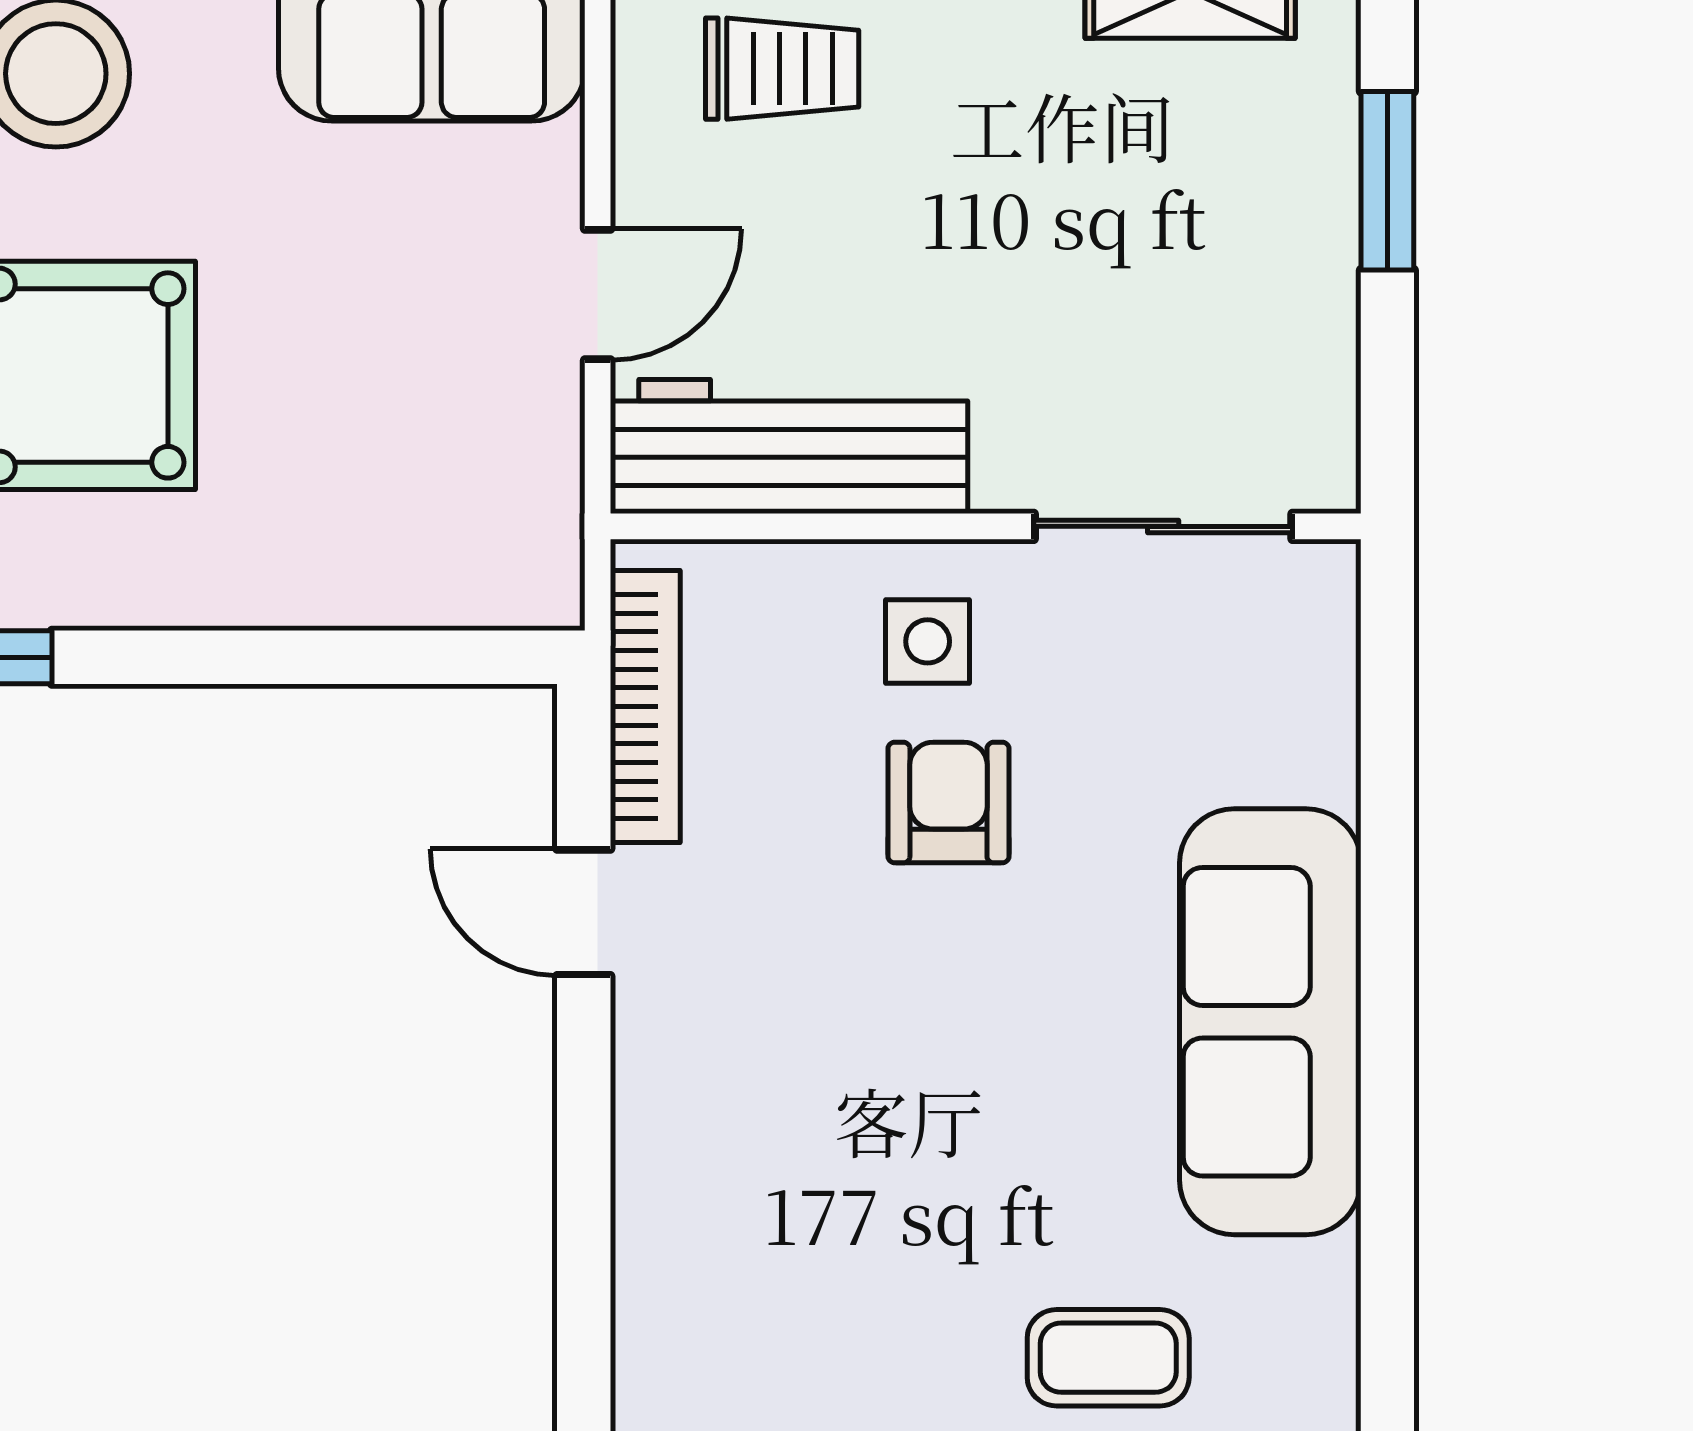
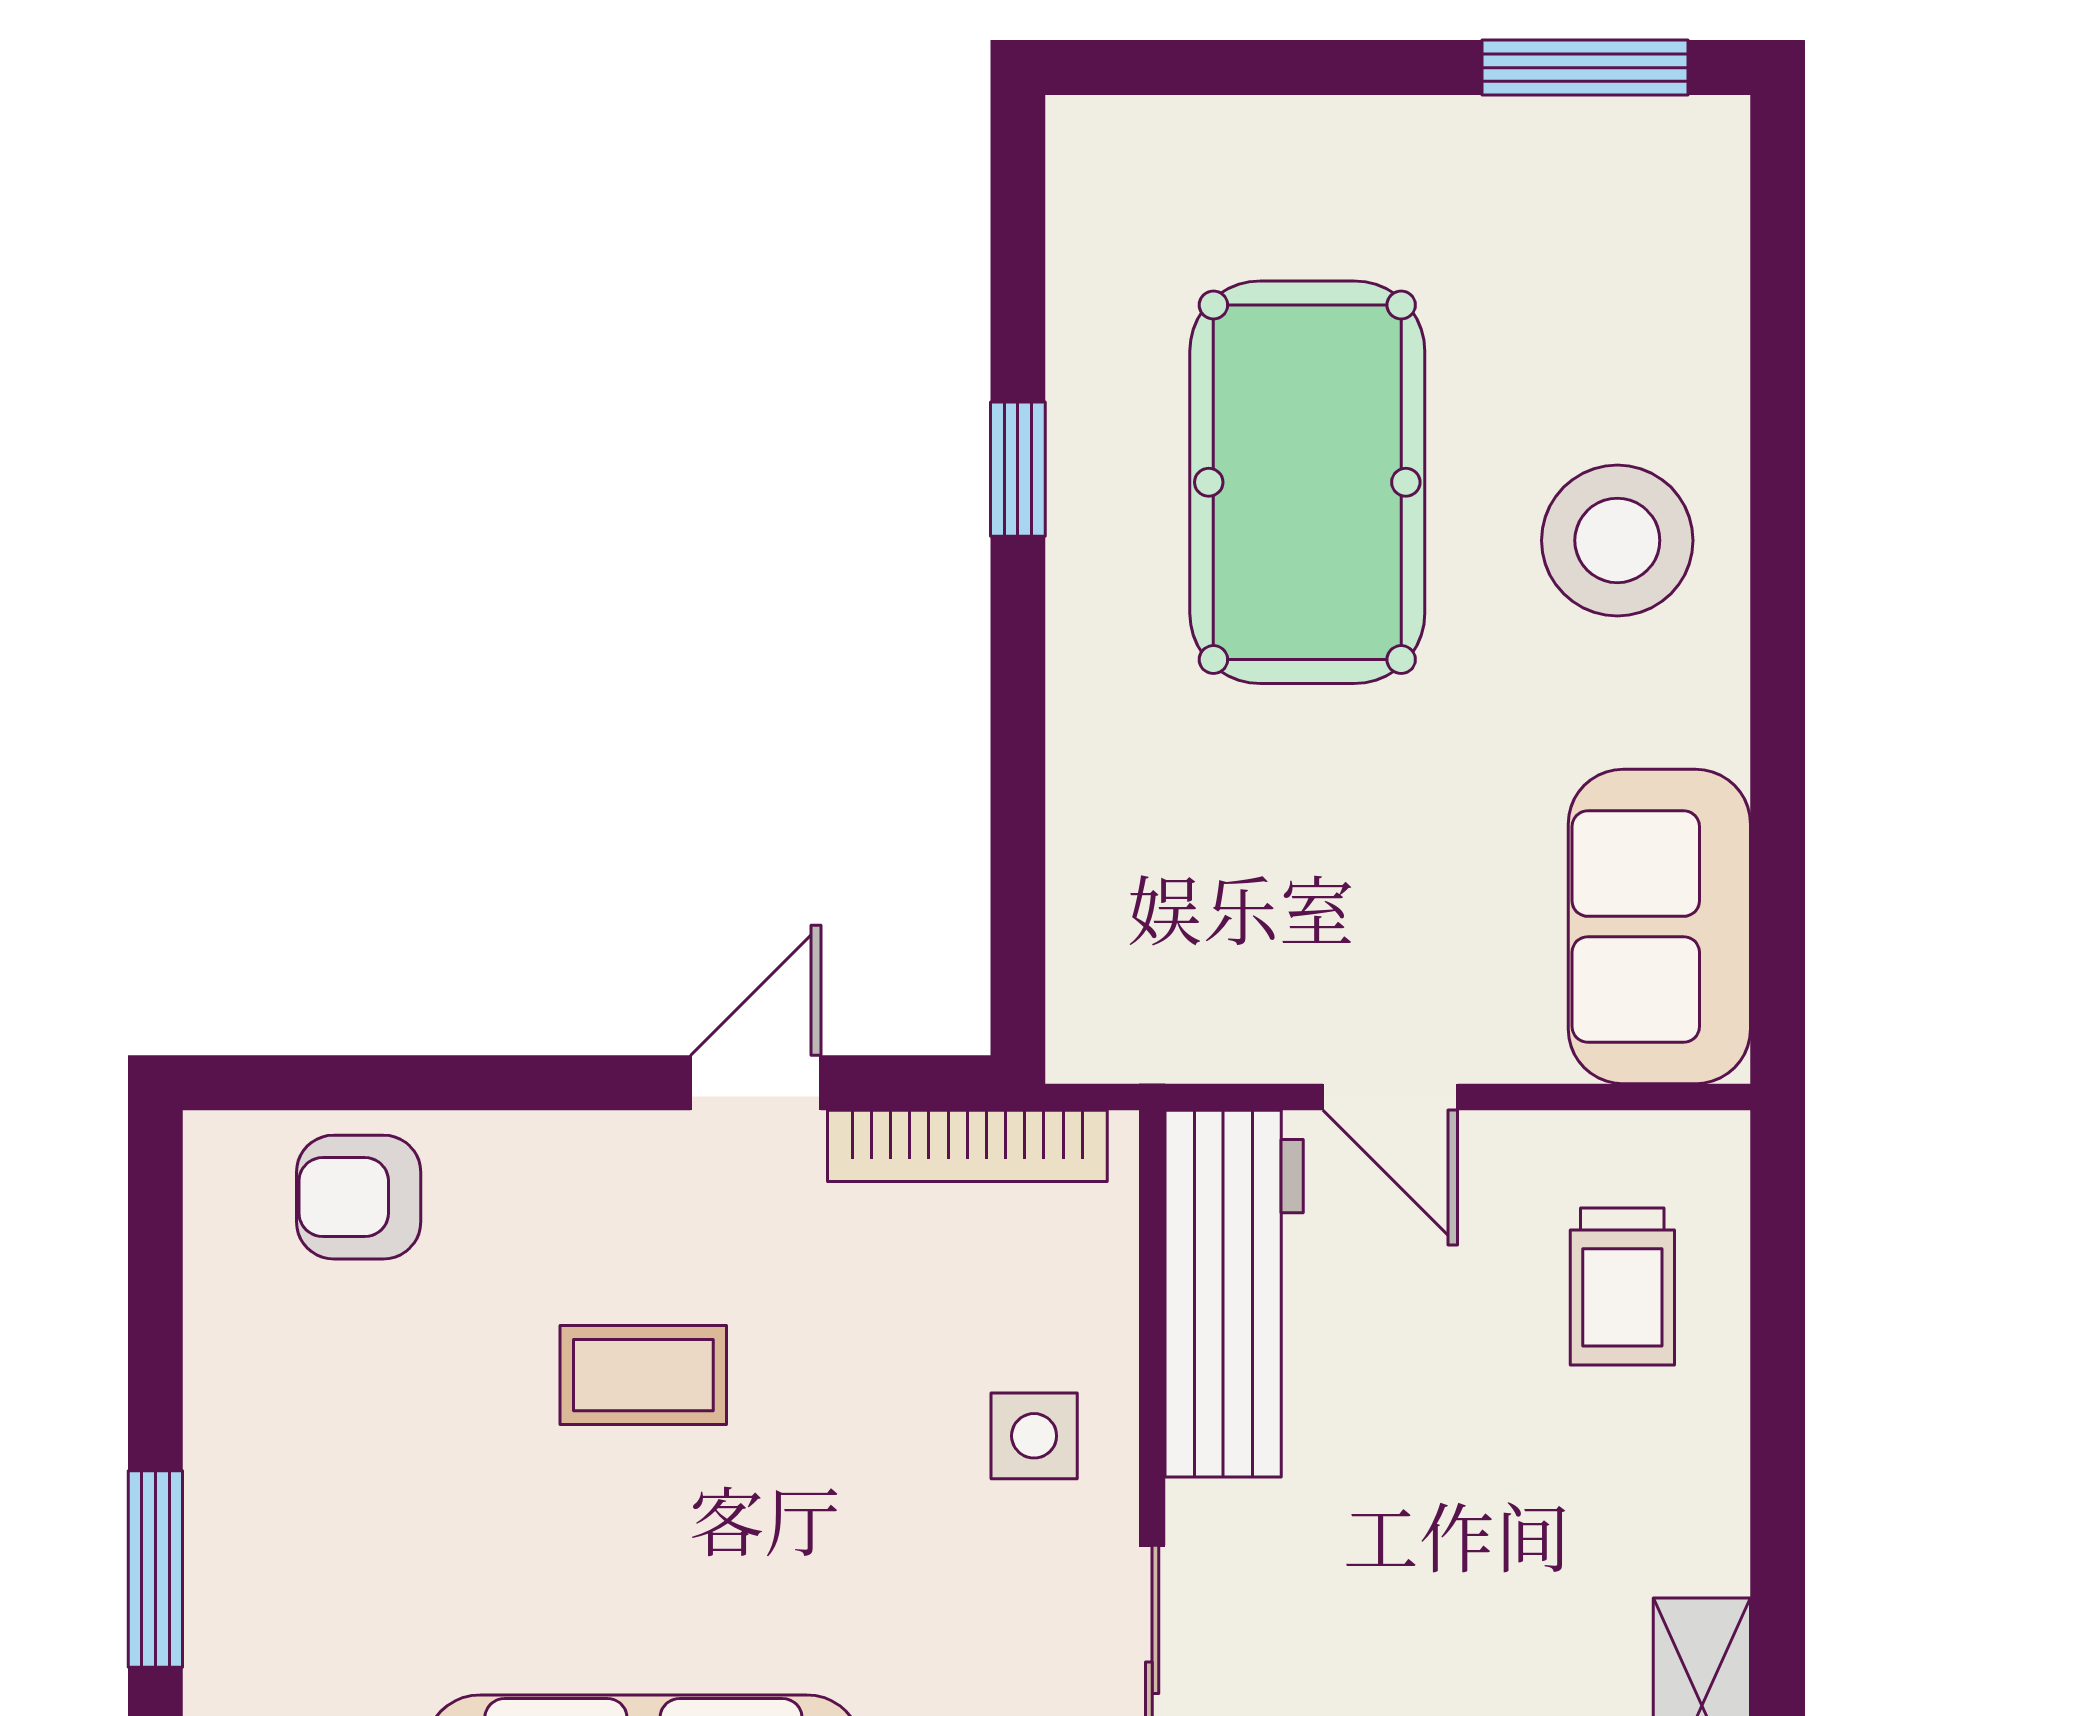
armchair: (948, 802) -> (359, 1197), moved, turned 180
coffee table: (1108, 1358) -> (643, 1375), moved, turned 90

